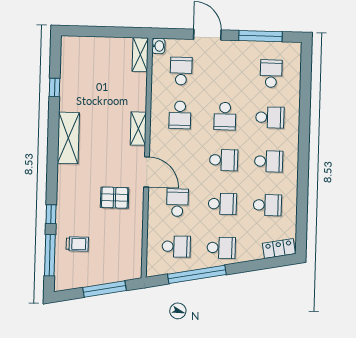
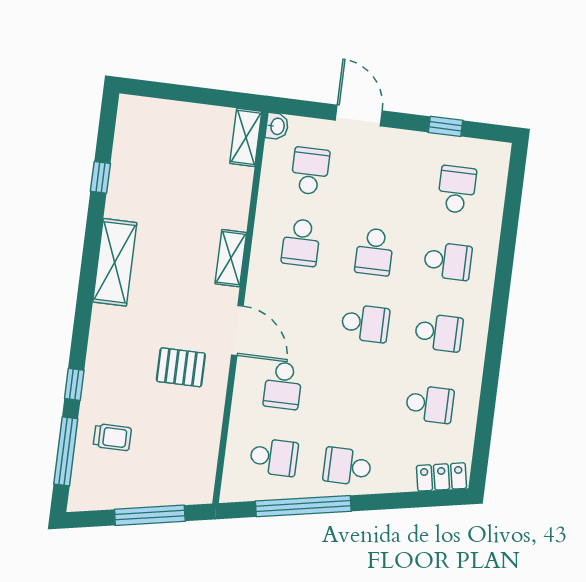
window: (260, 36) -> (445, 126), width x0.46
school desk: (177, 203) -> (283, 386), turned 180
school desk: (222, 204) -> (356, 395), removed
school desk: (221, 248) -> (347, 466), turned 180

